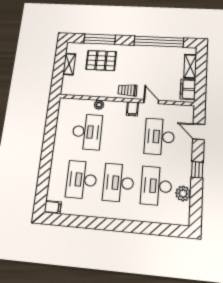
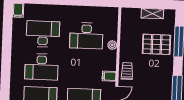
pallet: (101, 61) -> (156, 44), turned 90
desk: (119, 183) -> (41, 67), turned 180

